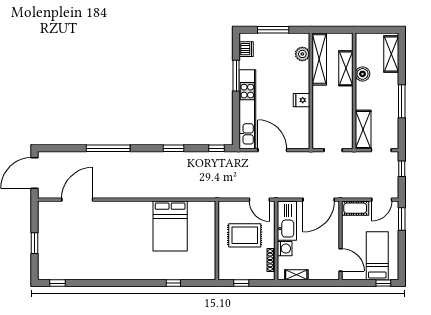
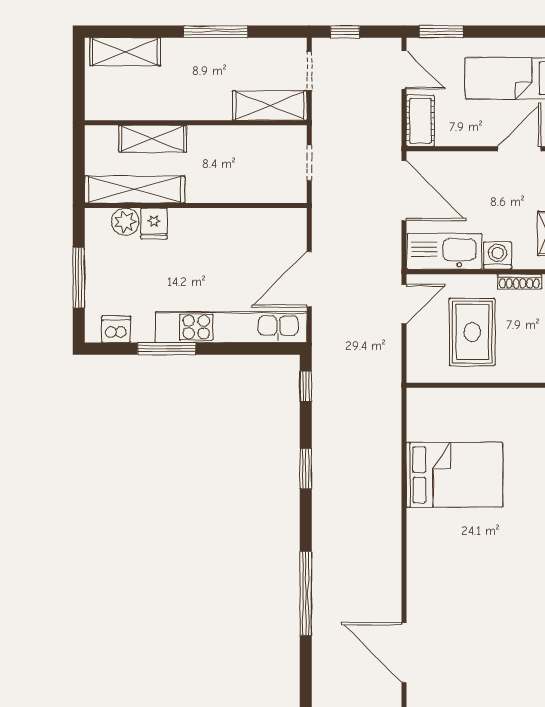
boiler: (363, 74) -> (163, 107), removed
fridge: (301, 100) -> (154, 224), moved

